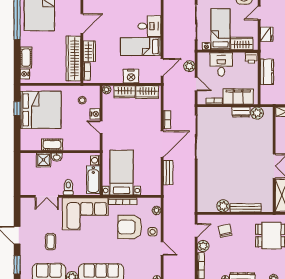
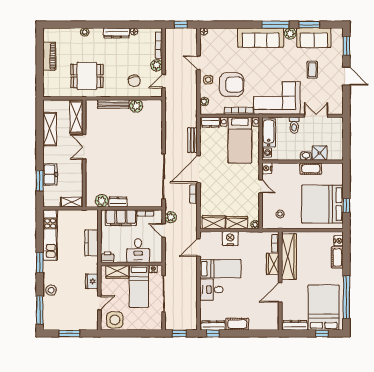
plant: (189, 66) -> (171, 217), moved
nightstand: (95, 114) -> (267, 168), moved
dresser: (150, 190) -> (211, 122), added

